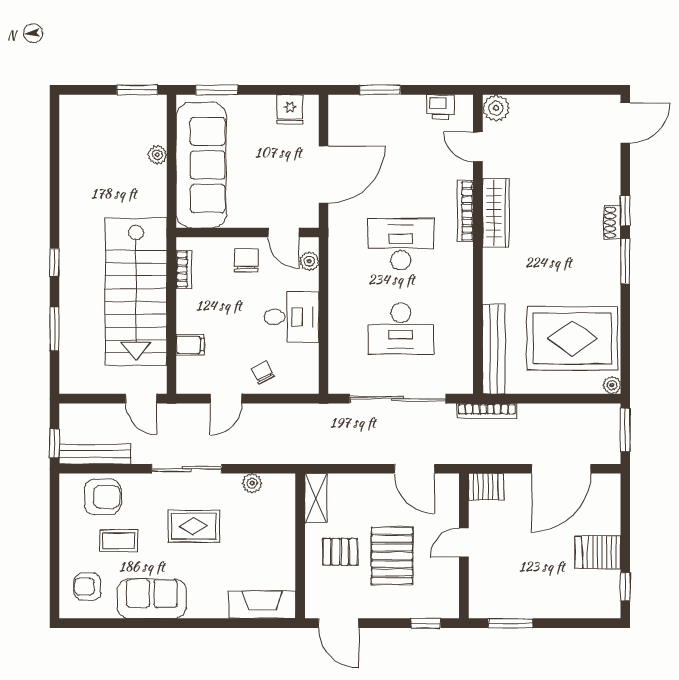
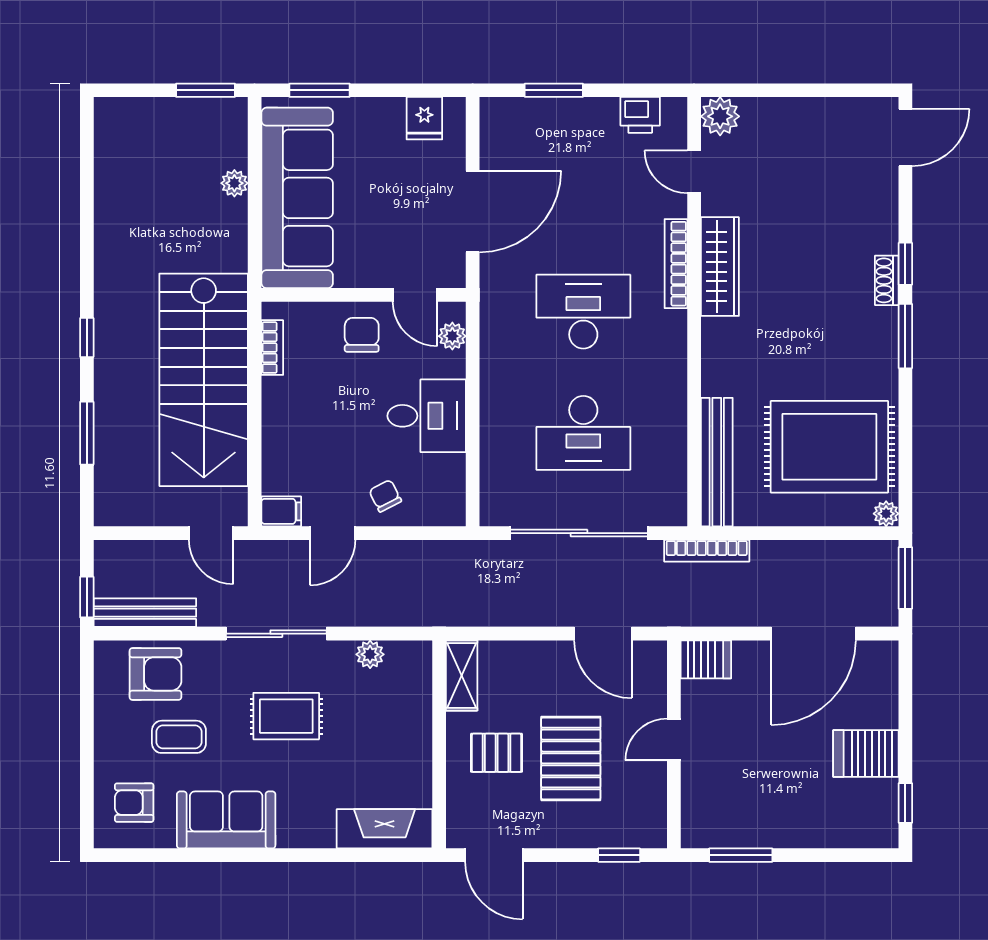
filing cabinet: (190, 345) -> (281, 511), moved

